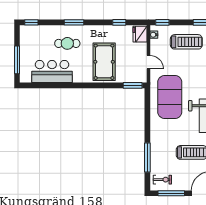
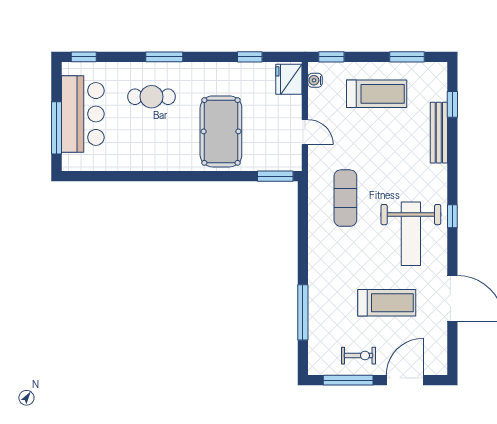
bar counter: (52, 71) -> (83, 114), moved, turned 90
exercise mat: (170, 97) -> (345, 198), width x0.50, depth x0.69
exercise bike: (162, 180) -> (359, 356), moved

